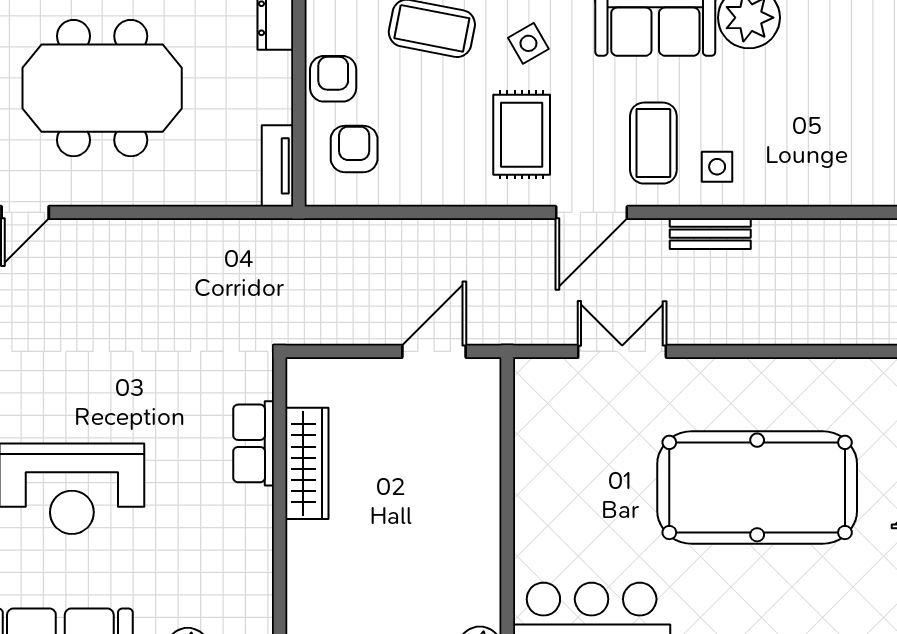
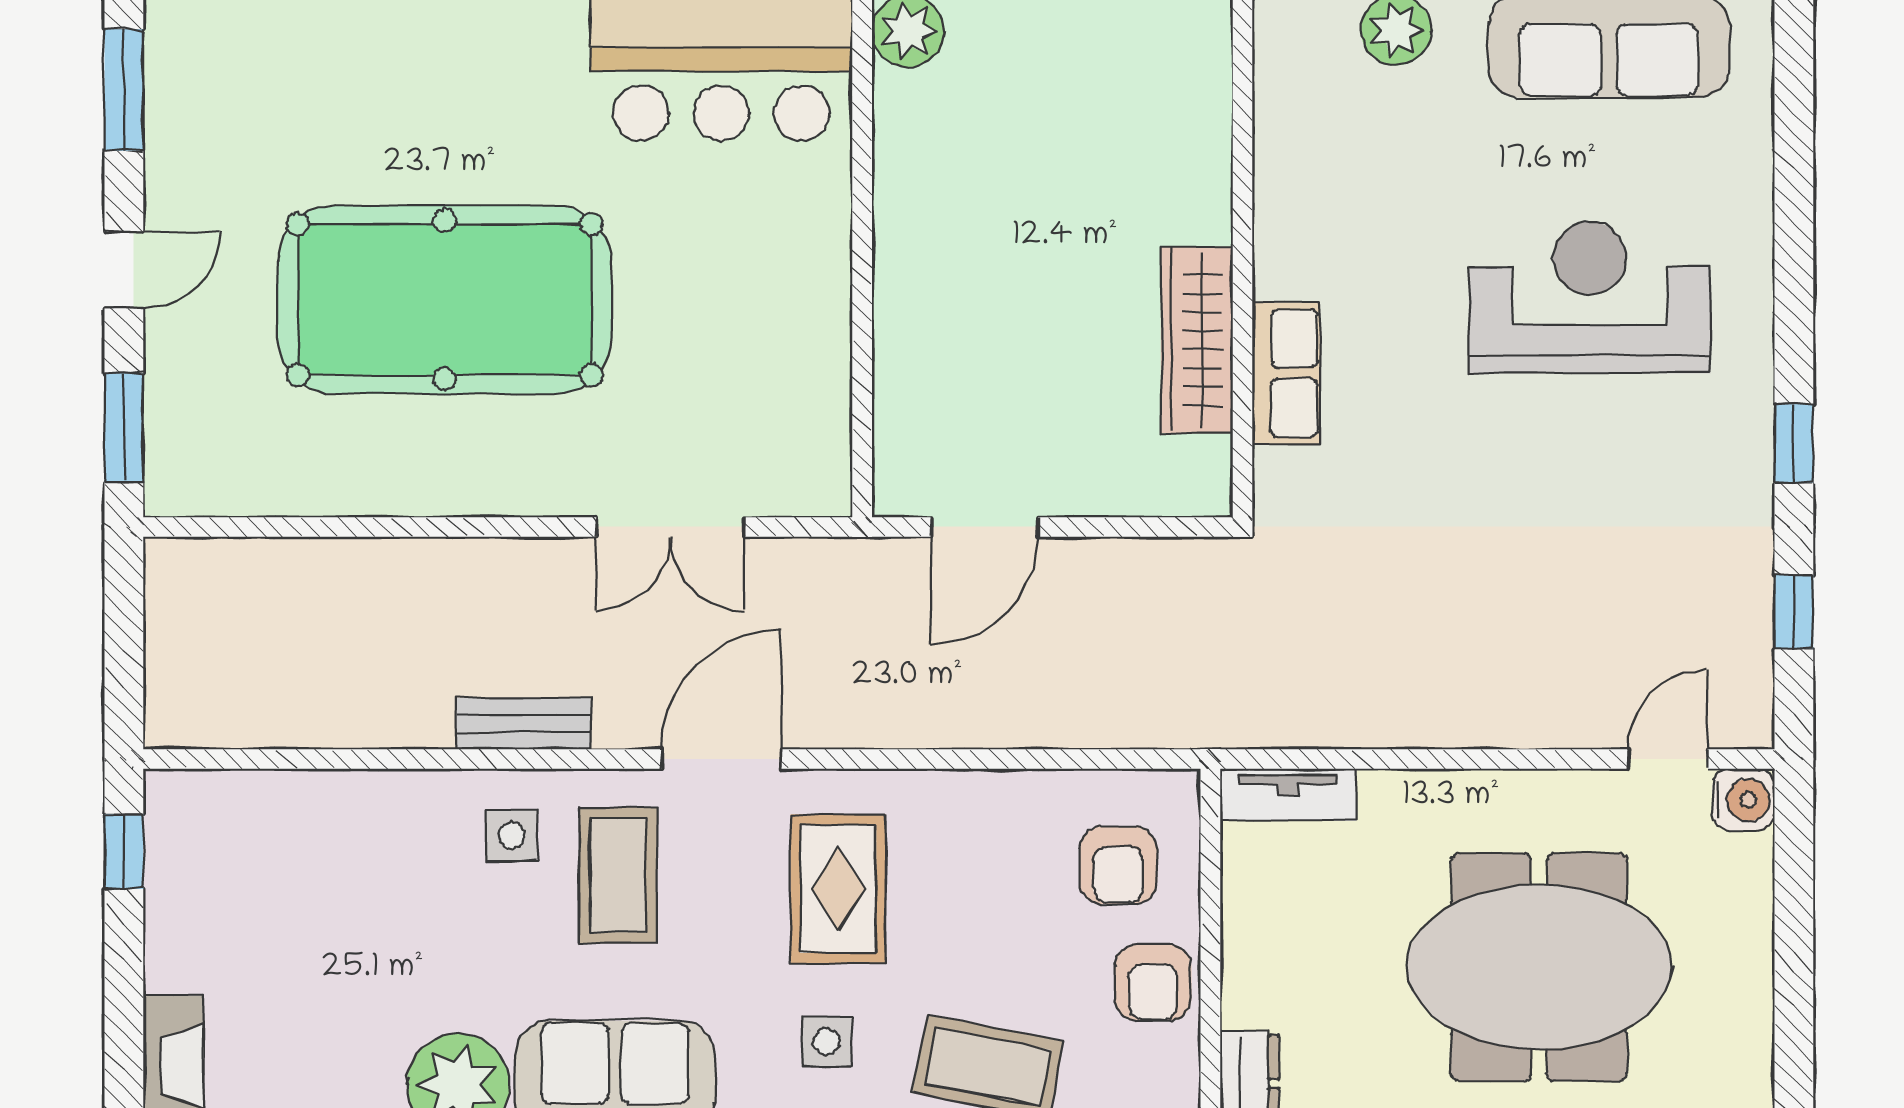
side table: (528, 43) -> (827, 1042), turned 30
tv unit: (278, 166) -> (1288, 795), moved, turned 90

